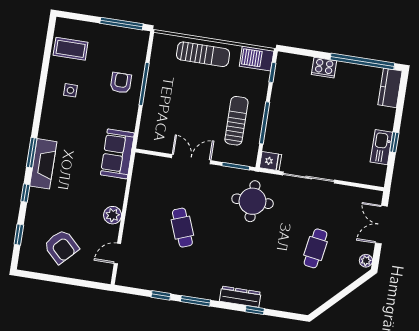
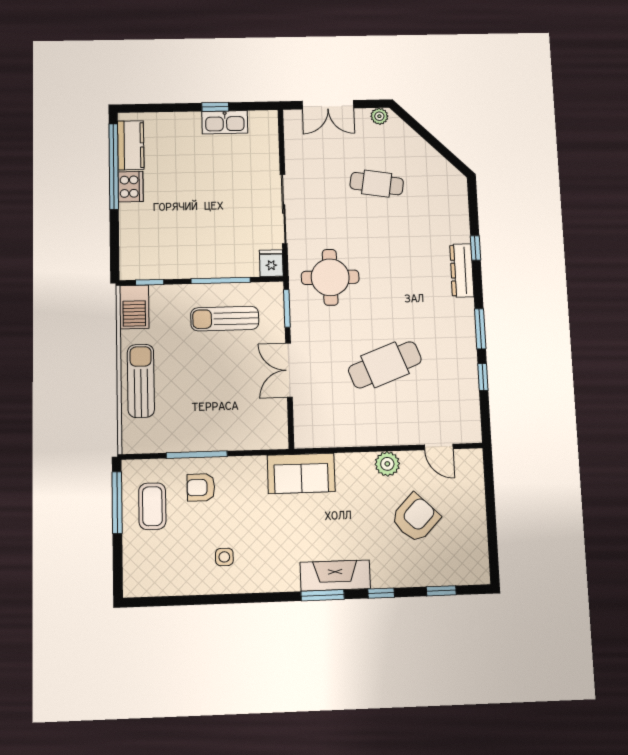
coffee table: (71, 49) -> (152, 506), moved
cooker: (324, 68) -> (131, 187), moved
kitchen counter: (390, 88) -> (131, 145), moved, turned -90
cafe table: (182, 228) -> (385, 365), width x1.37, depth x1.35
armchair: (61, 247) -> (415, 518), moved

